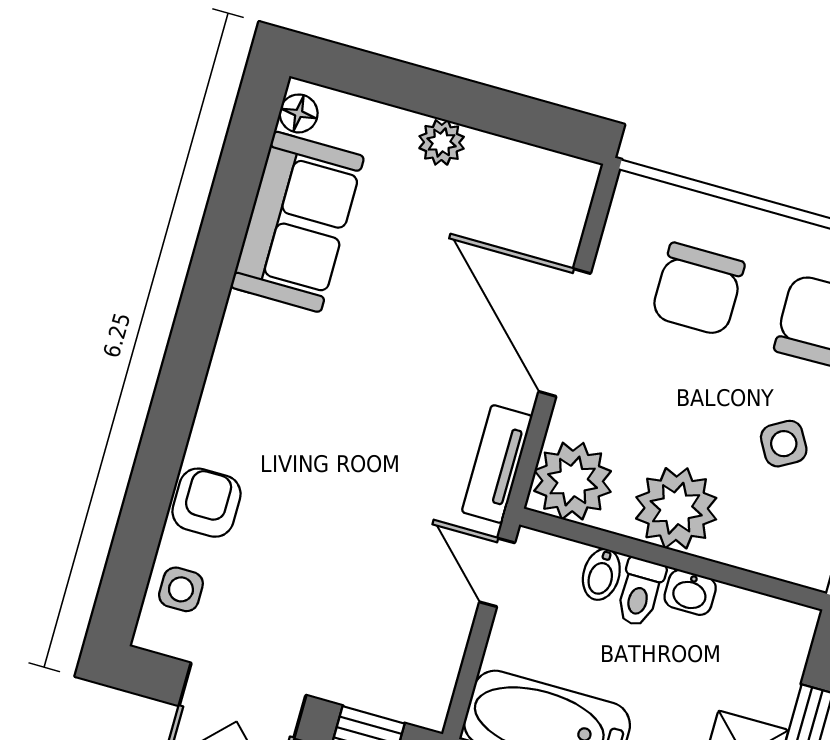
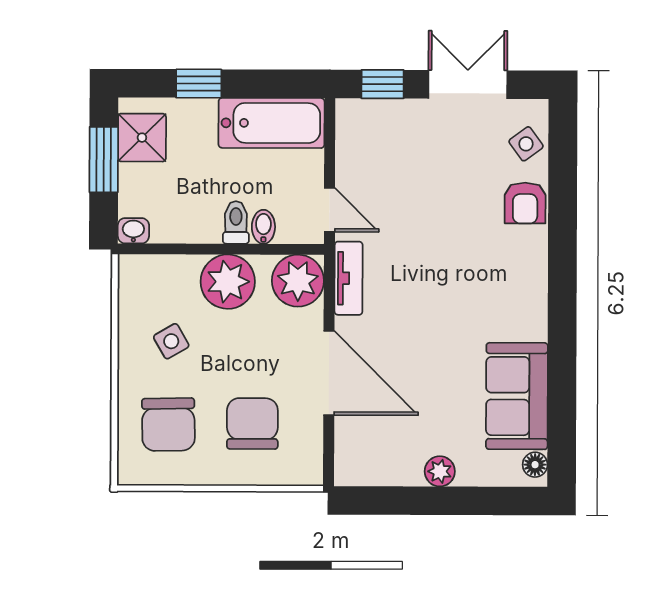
side table: (181, 589) -> (526, 144), turned -36
washbasin: (690, 592) -> (133, 231), moved

